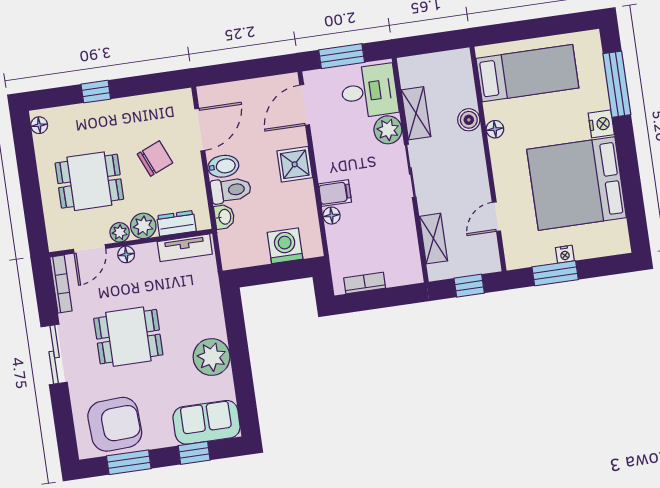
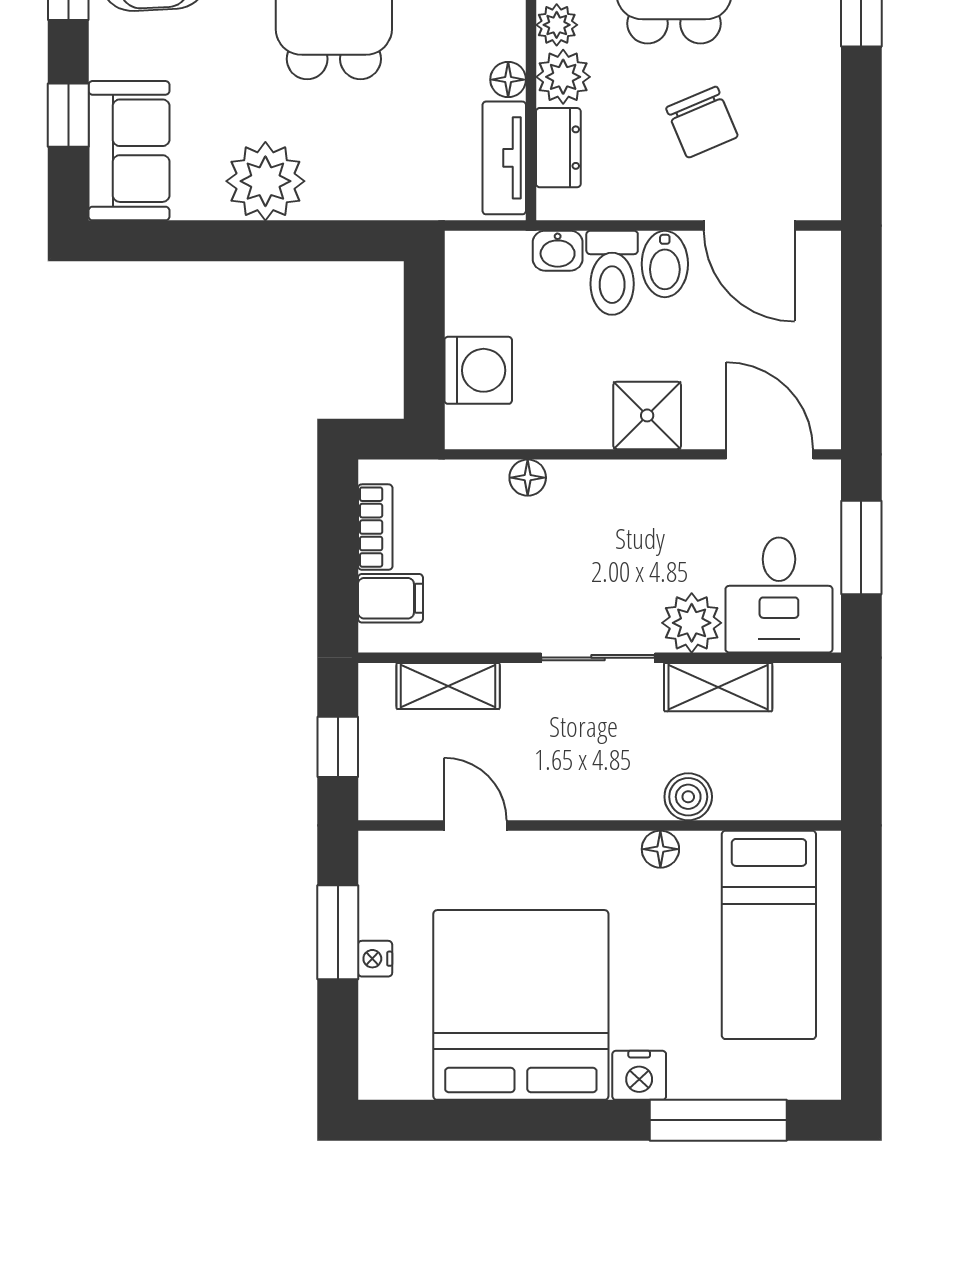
filing cabinet: (335, 193) -> (390, 598), moved, turned -90
floor lamp: (126, 254) -> (508, 80), moved

